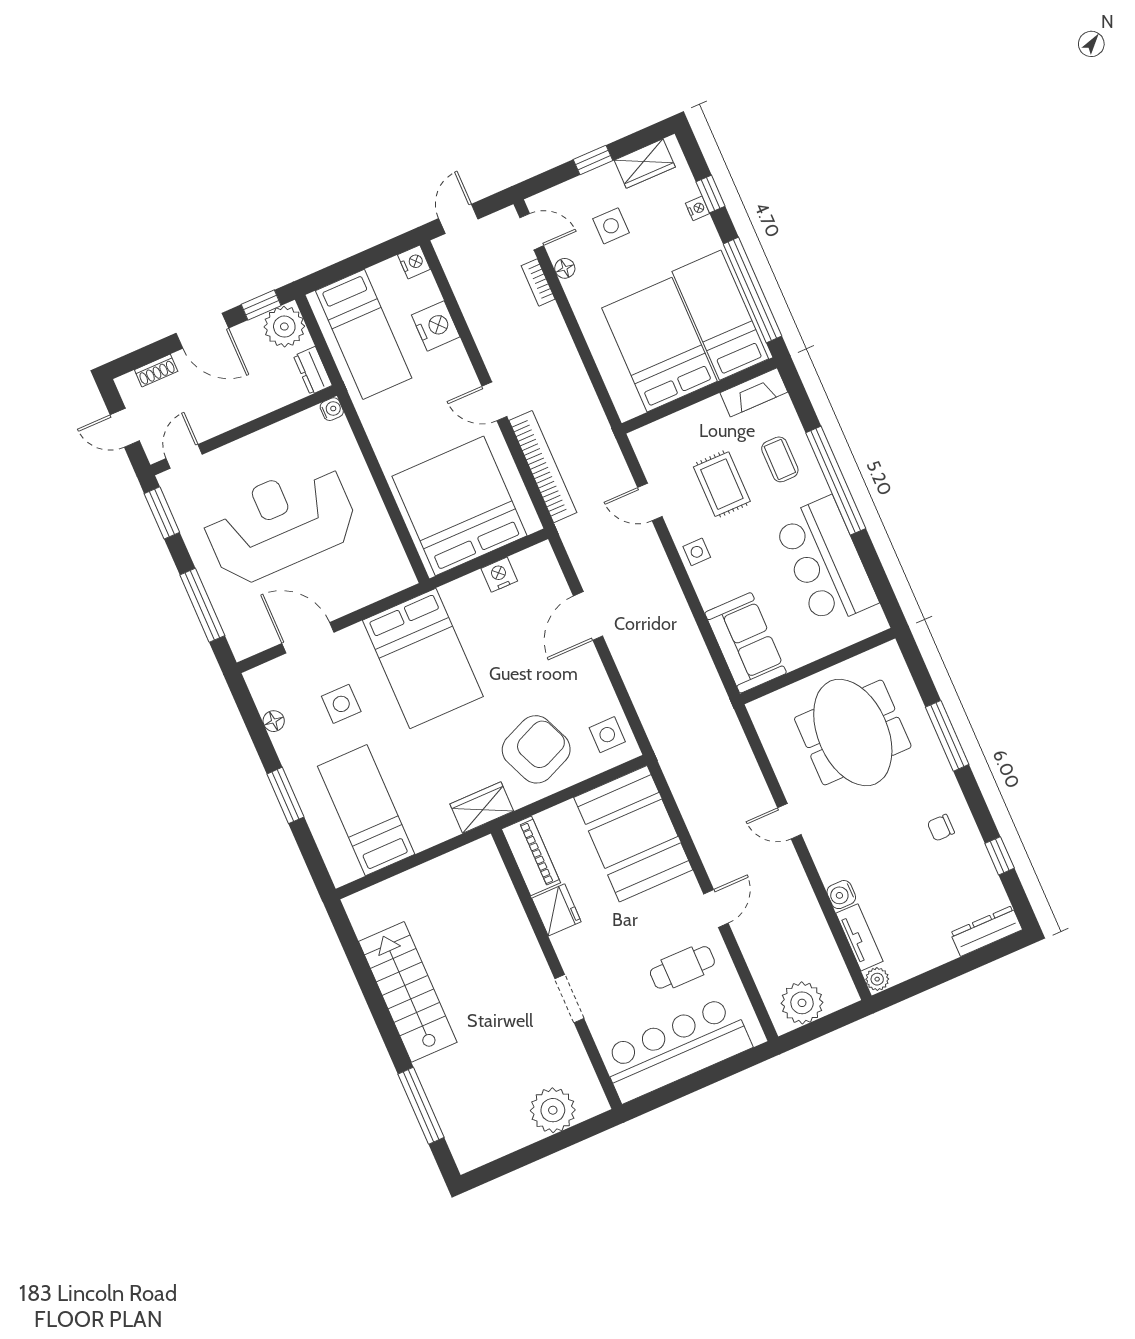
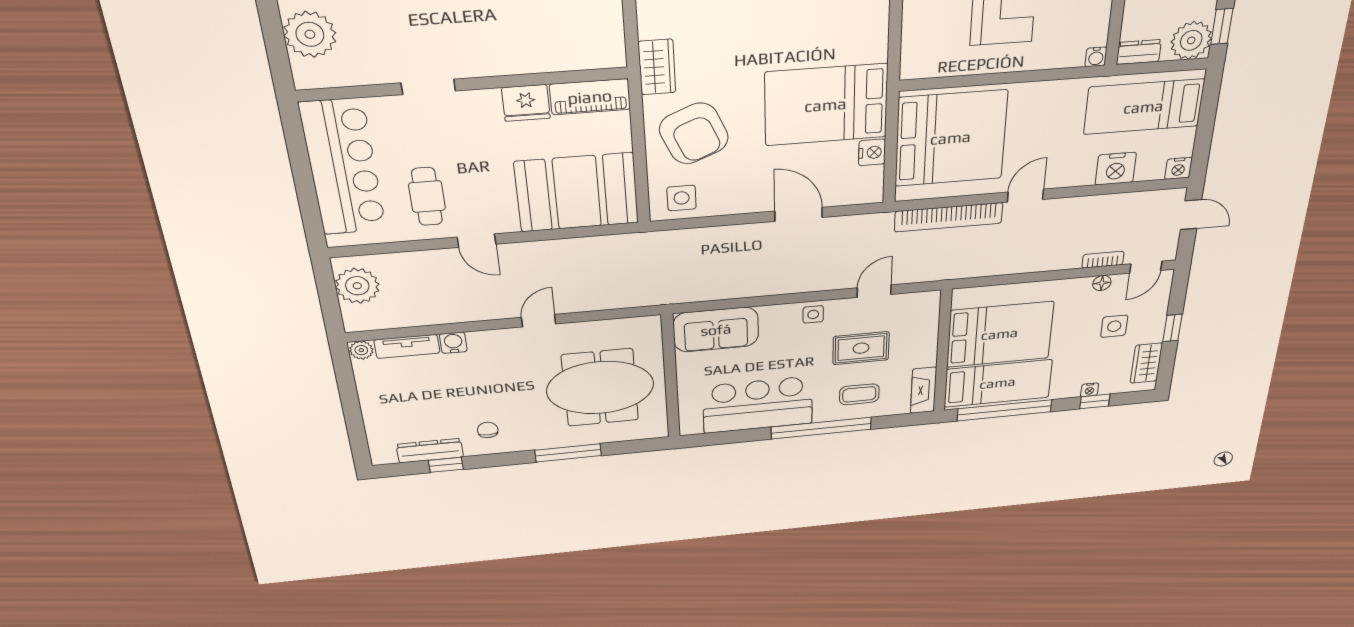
bed: (423, 658) -> (826, 105), moved
dresser: (986, 931) -> (430, 451), moved, turned -90

